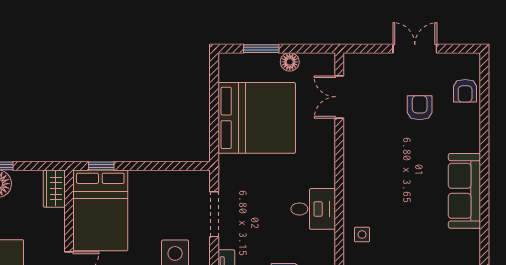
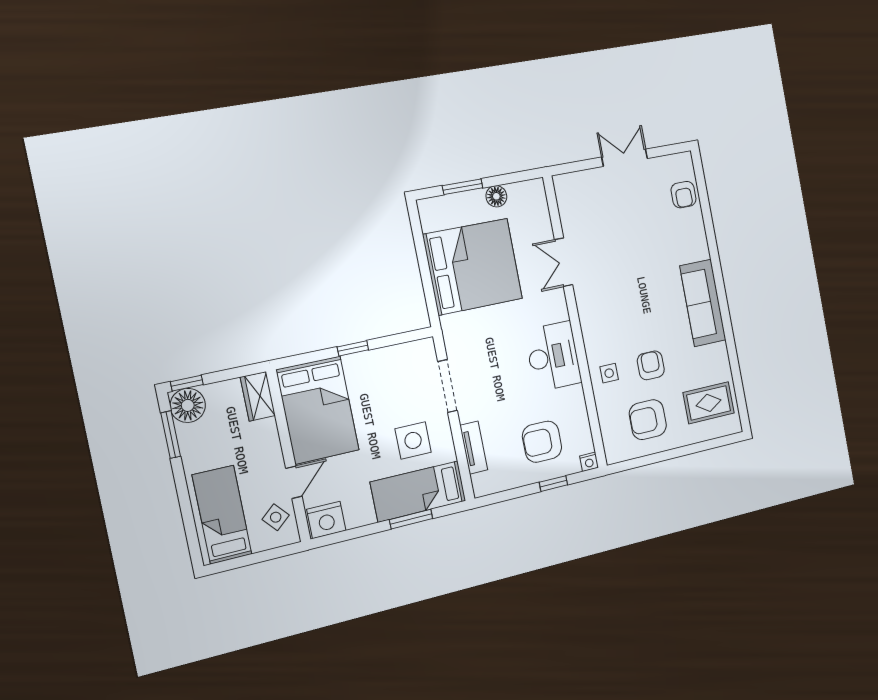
double door: (339, 97) -> (564, 262), moved
armchair: (420, 108) -> (651, 365), moved
window: (101, 166) -> (353, 348), moved
desk: (313, 209) -> (553, 356), width x1.37

